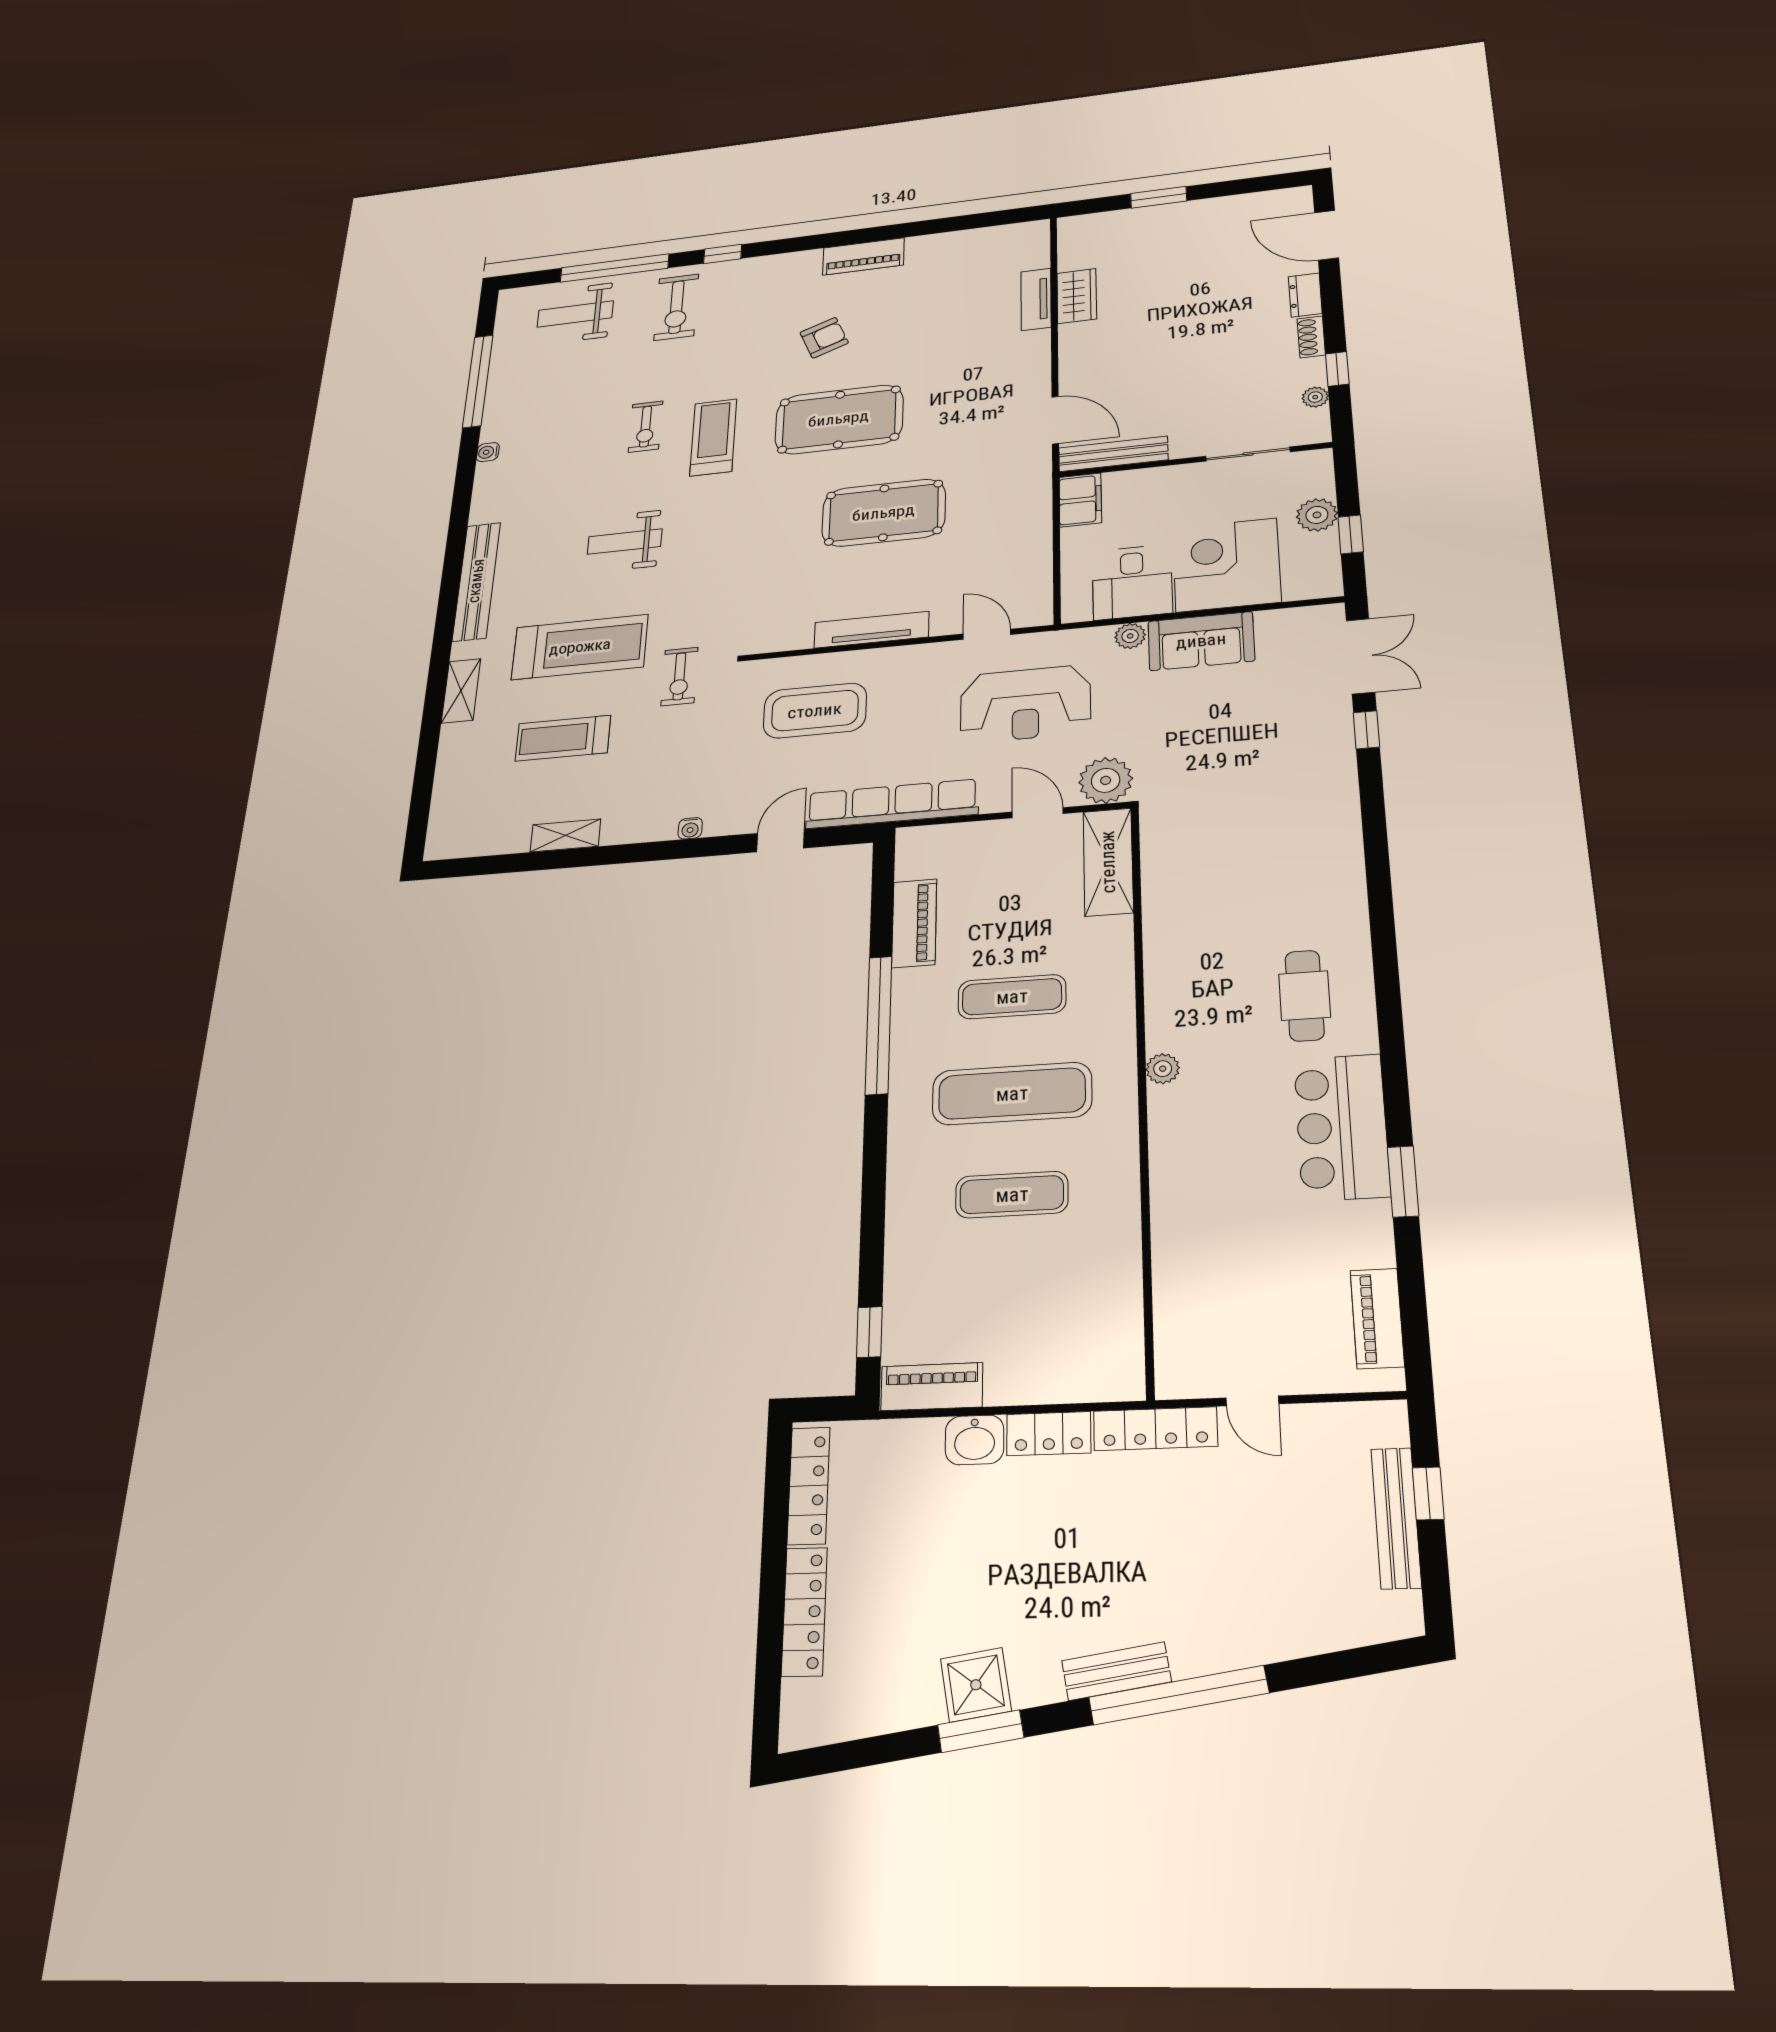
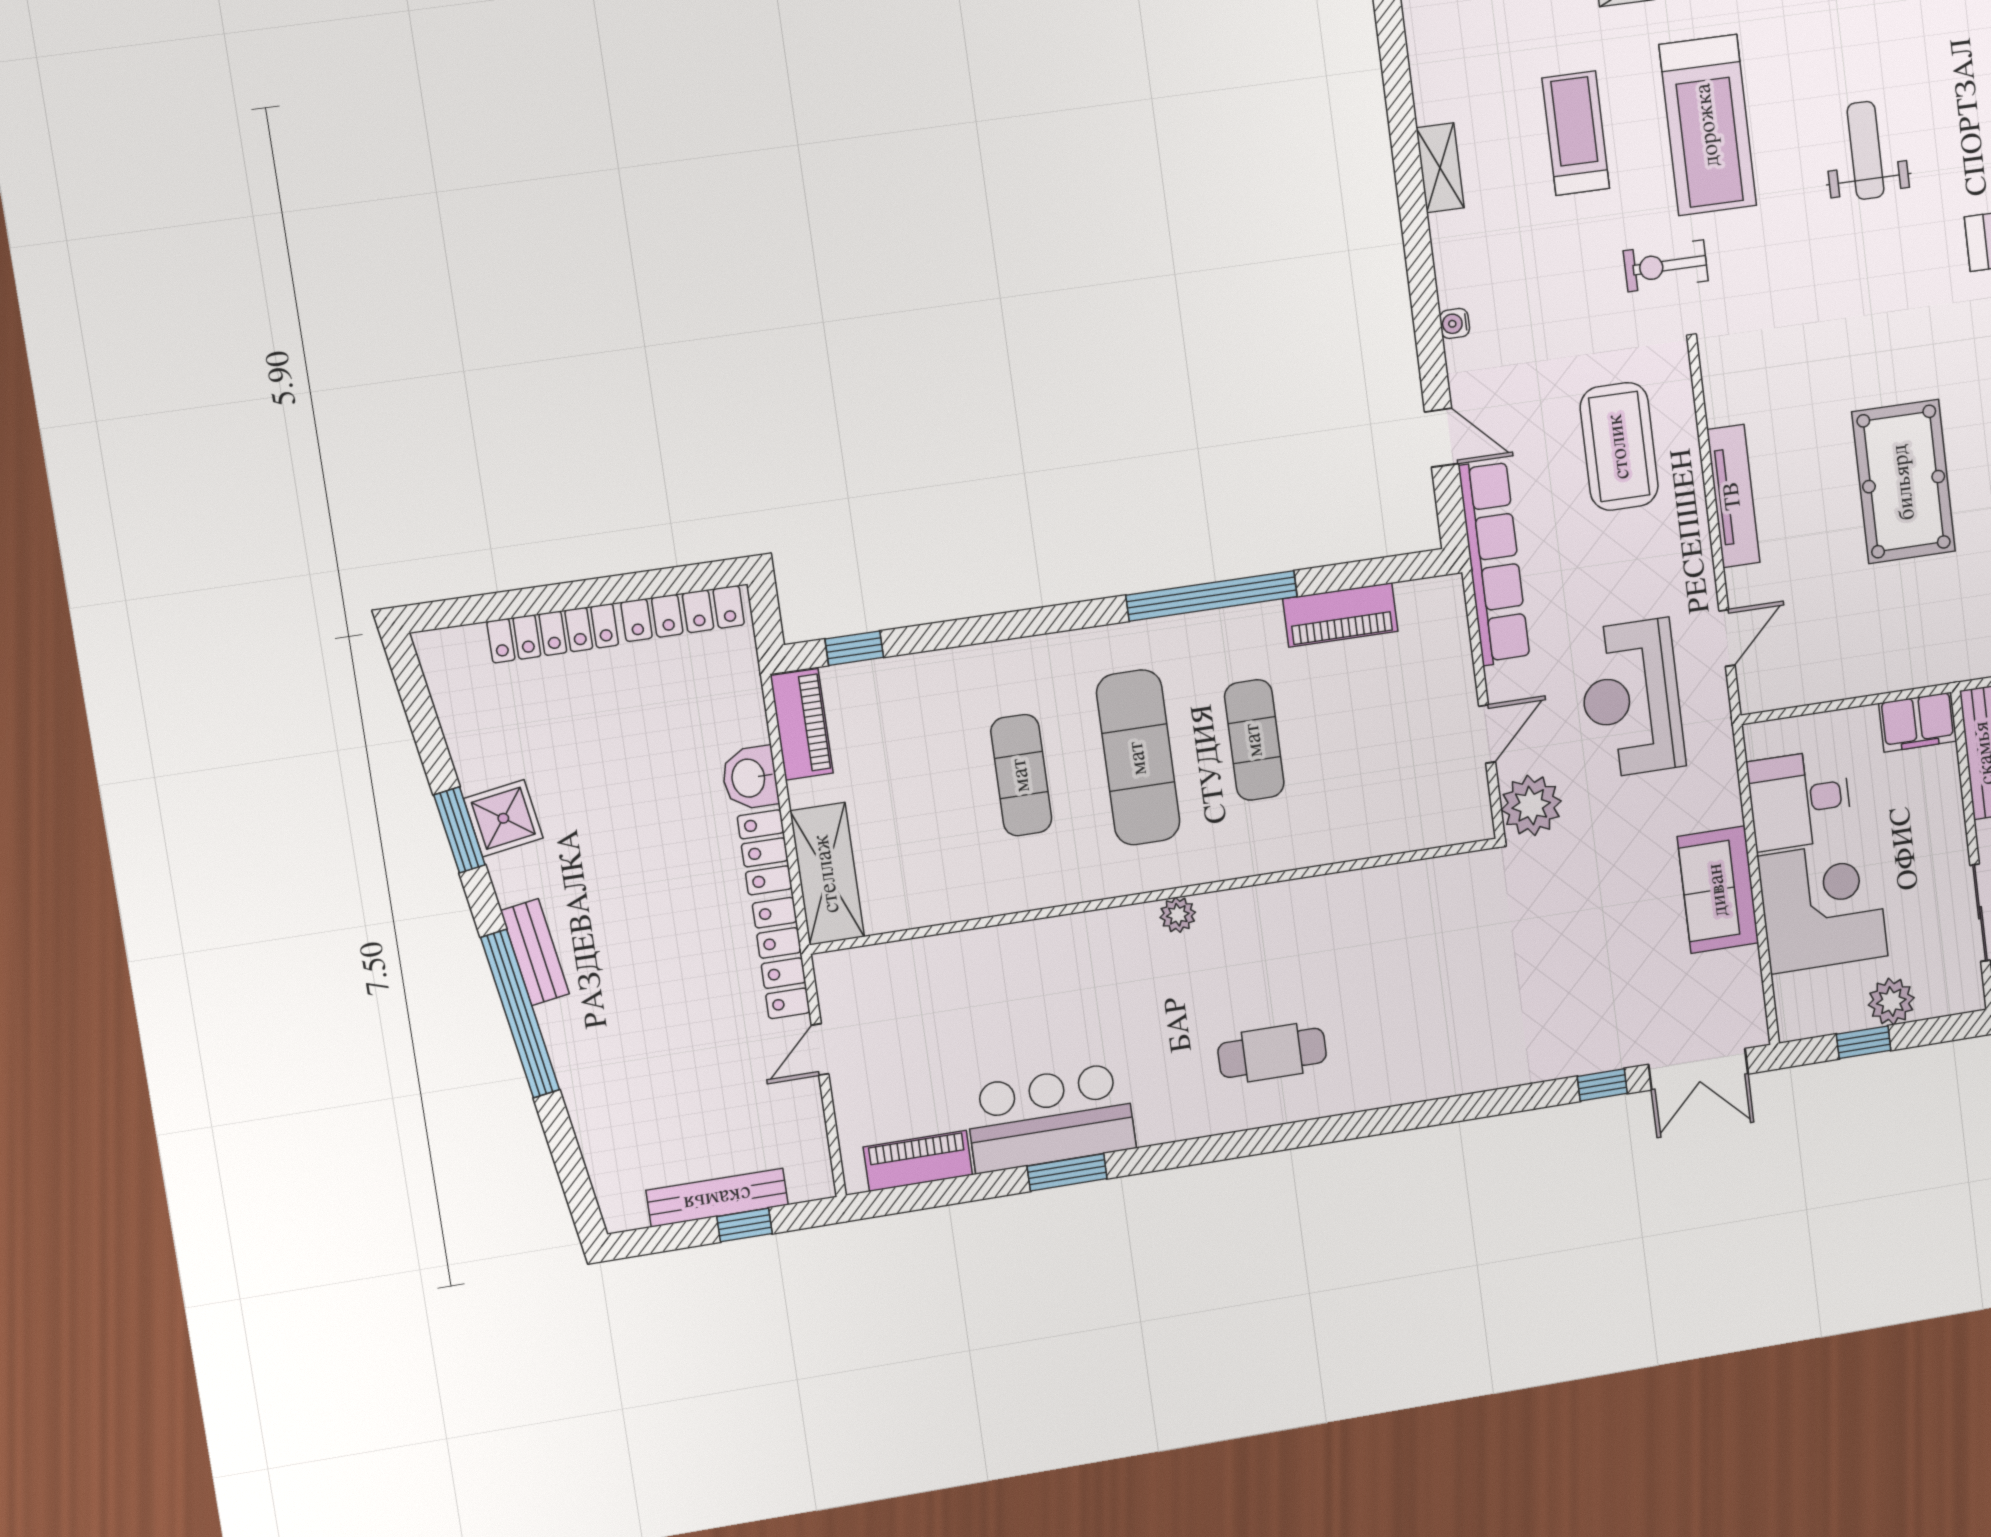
plant: (1130, 636) -> (1725, 807), removed
shelving: (1108, 862) -> (827, 874), moved, turned 90
bar counter: (1342, 1127) -> (1050, 1118), moved

